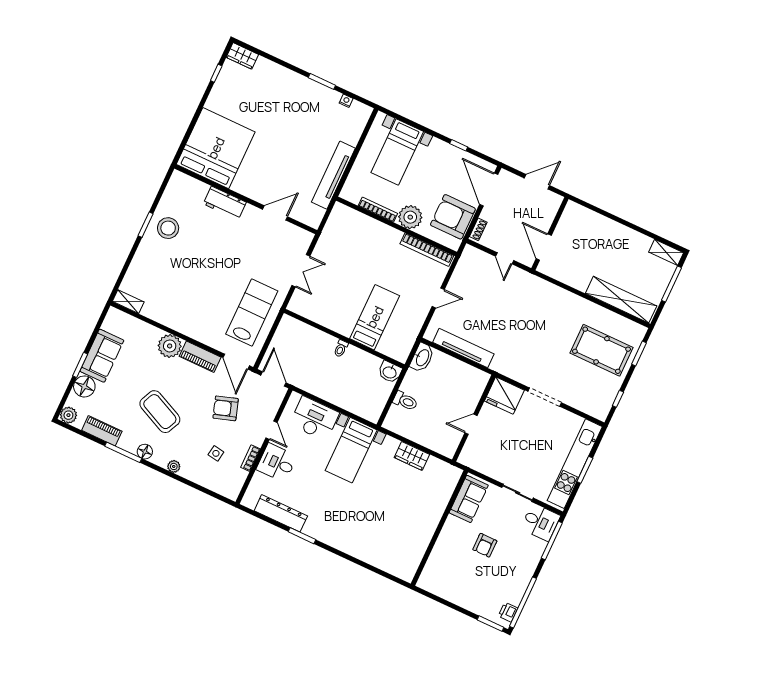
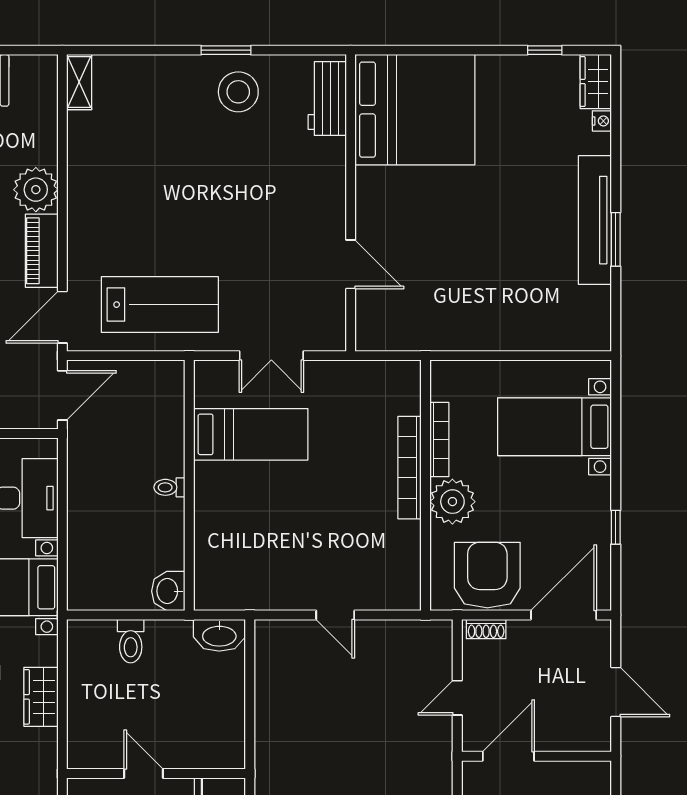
nightstand: (346, 101) -> (602, 121), moved
tv unit: (333, 175) -> (595, 220), moved, turned -90
workbench: (225, 203) -> (327, 99), moved
bookcase: (427, 250) -> (410, 468), moved
bed: (375, 317) -> (251, 434), moved
tv unit: (463, 348) -> (269, 699), removed

